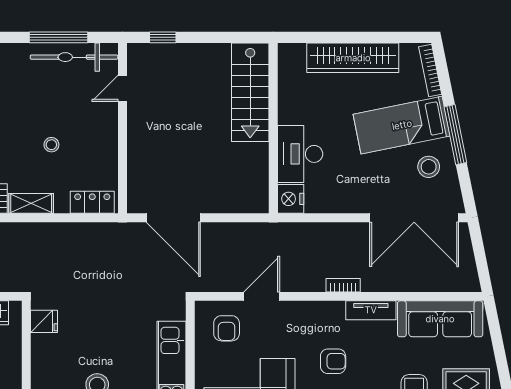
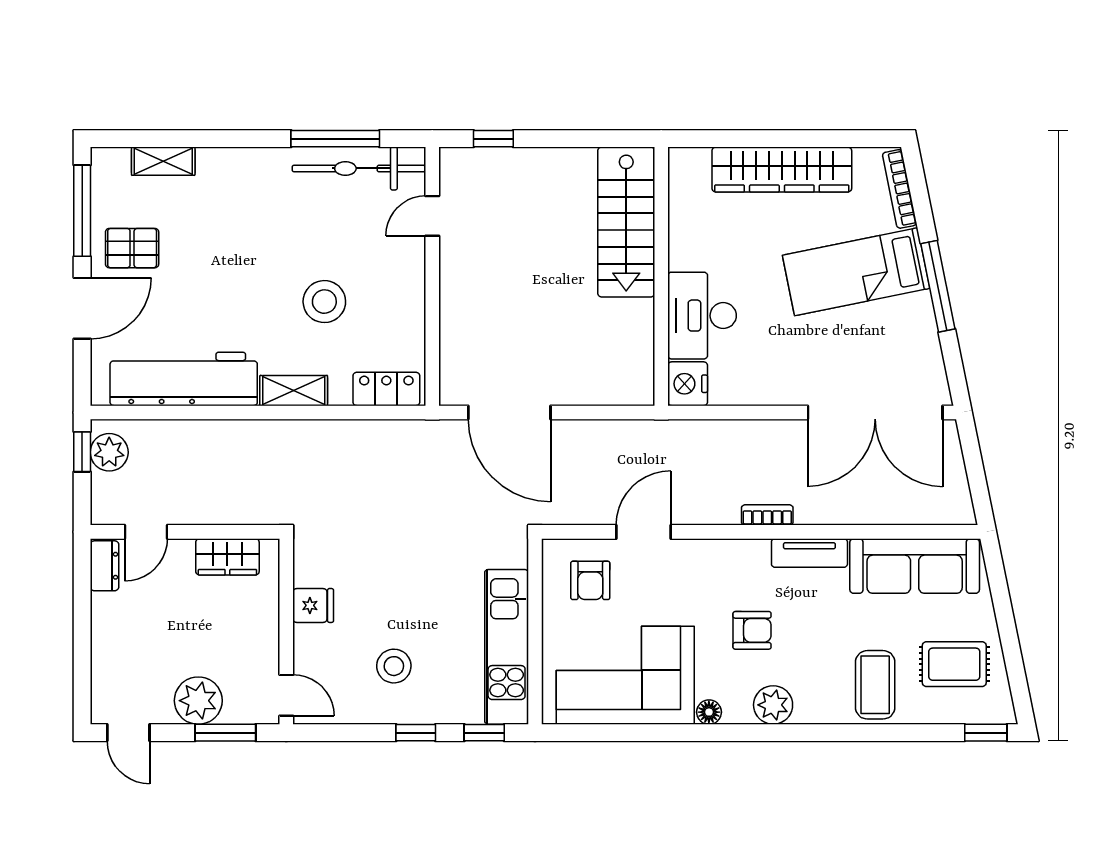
stool: (51, 145) -> (324, 302), width x1.89, depth x1.89
stool: (429, 167) -> (897, 335), removed
fridge: (44, 321) -> (313, 605), moved

